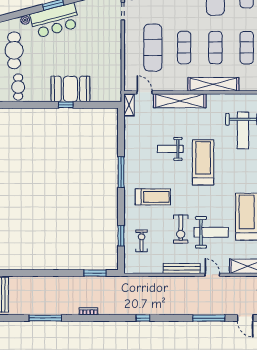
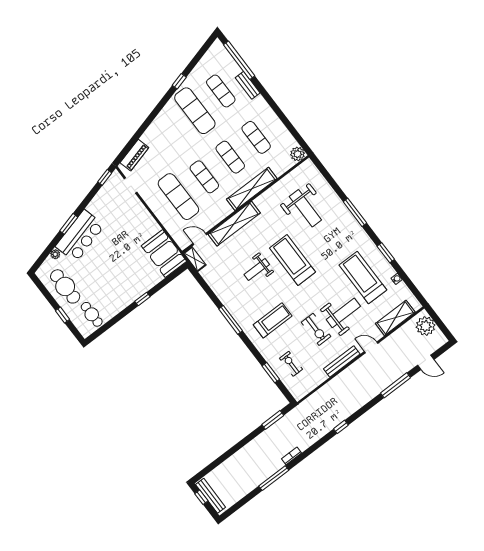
booth: (70, 89) -> (164, 254), moved, turned 90
window: (45, 318) -> (274, 478), moved

